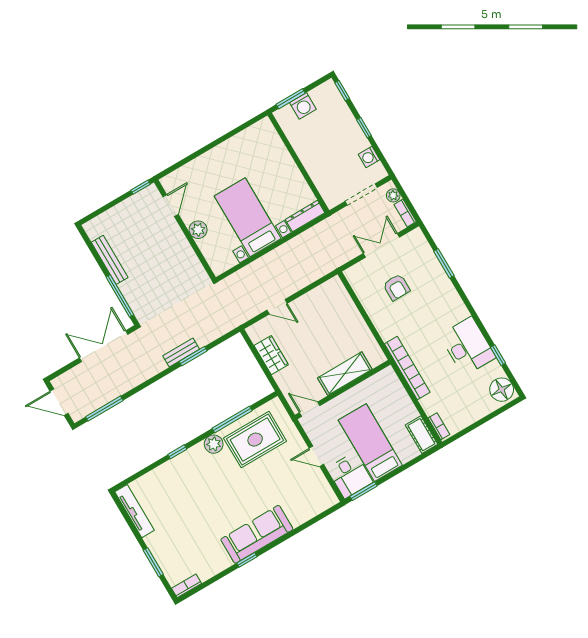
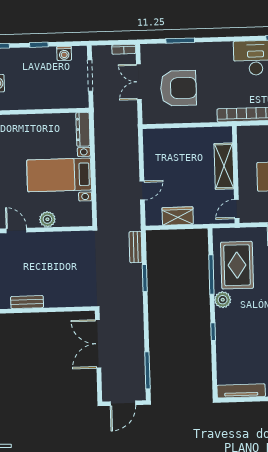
plant: (393, 195) -> (105, 51), removed
bench: (110, 260) -> (27, 302), width x0.73
armchair: (397, 287) -> (178, 88), width x1.88, depth x1.88
window: (120, 296) -> (66, 309), removed
bench: (181, 353) -> (136, 247), moved

